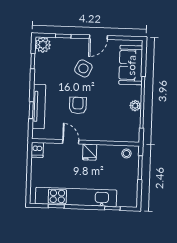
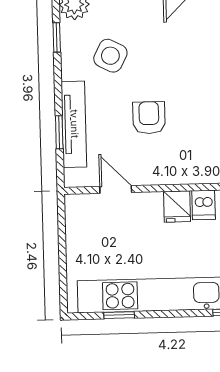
side table: (83, 68) -> (110, 56), moved
door: (71, 142) -> (116, 189), moved
dishwasher: (37, 150) -> (204, 205), moved

